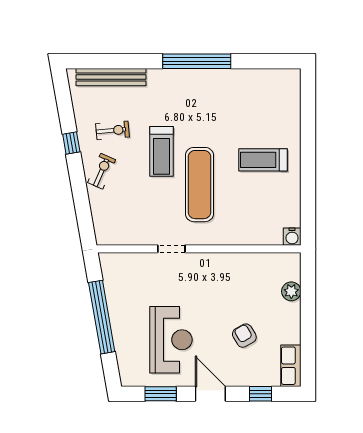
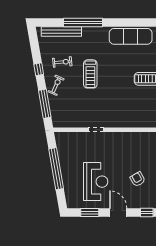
window: (197, 61) -> (83, 22), moved
exercise mat: (199, 185) -> (131, 36), moved, turned 90
window: (82, 203) -> (45, 104), added

